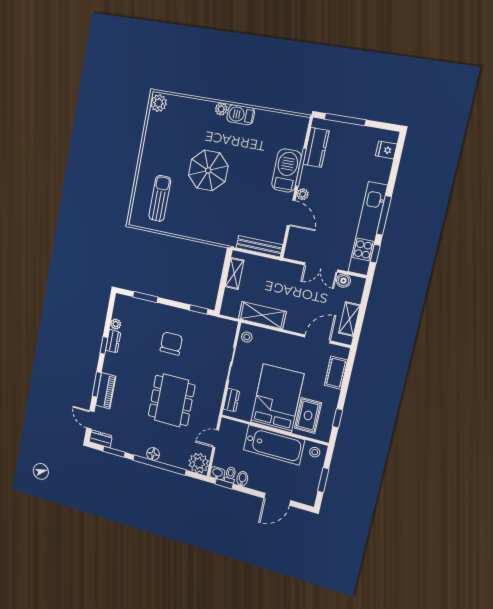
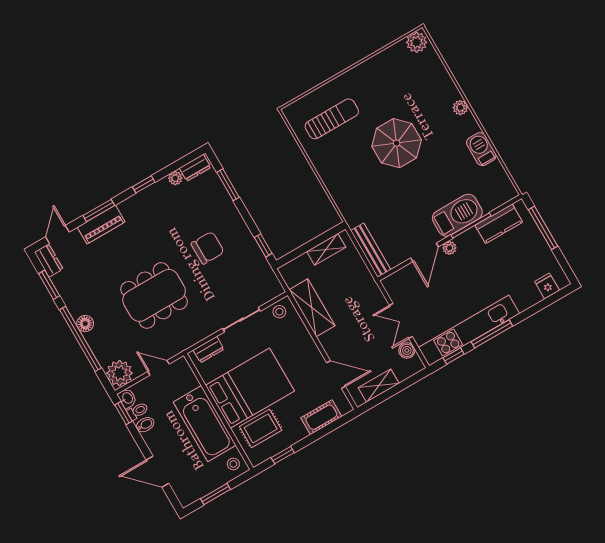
barbecue: (241, 115) -> (481, 149), moved
dresser: (113, 341) -> (195, 168), moved

